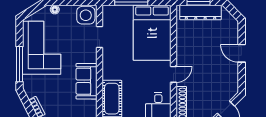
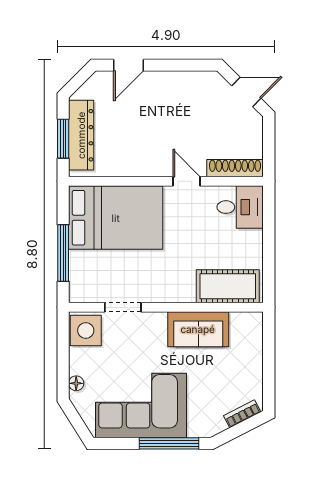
door: (242, 53) -> (128, 65), moved

